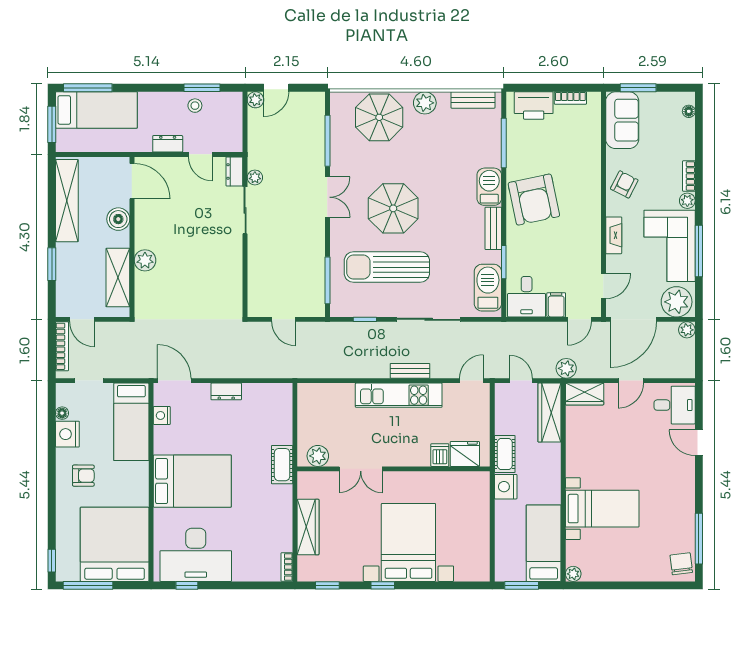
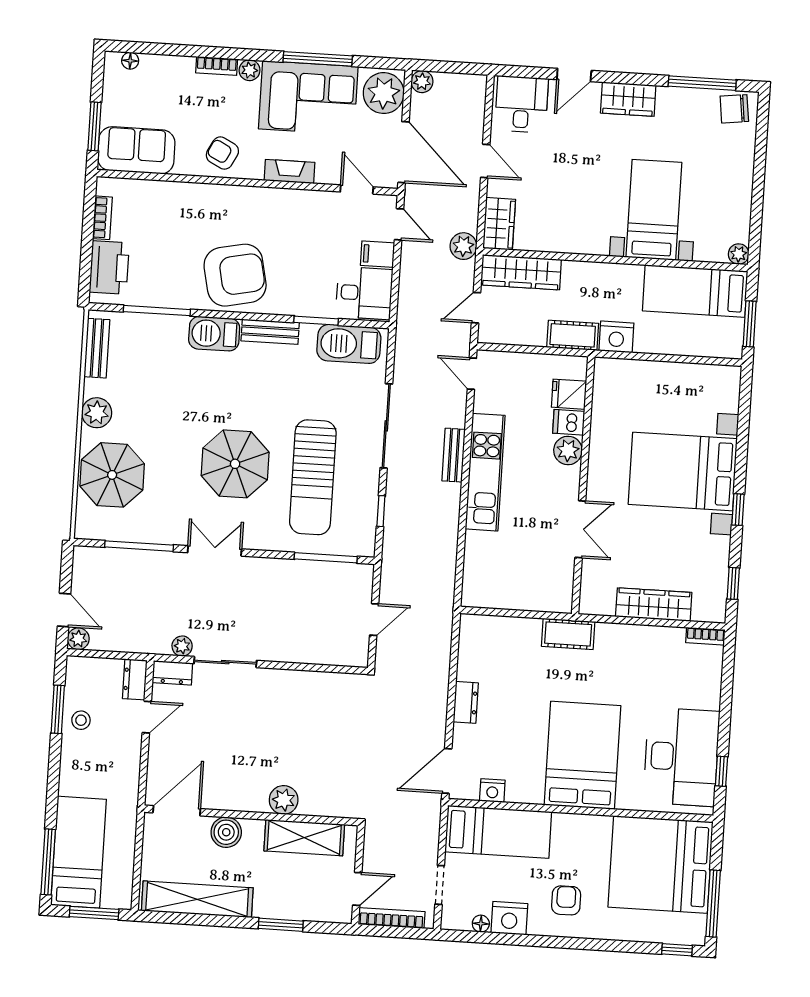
dresser: (168, 144) -> (135, 679), moved
fridge: (465, 454) -> (569, 394), width x0.72
plant: (318, 456) -> (568, 450), moved
wardrobe: (683, 484) -> (628, 99), added

